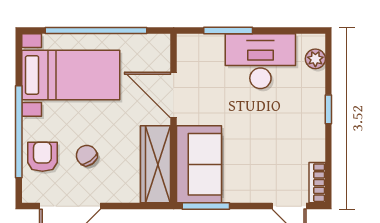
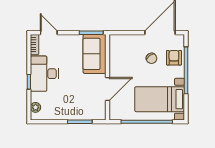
desk: (260, 61) -> (44, 74), moved, turned 90
door: (174, 95) -> (107, 89), hinge flipped
armchair: (42, 157) -> (174, 58), turned 180
wardrobe: (155, 164) -> (117, 54), removed

